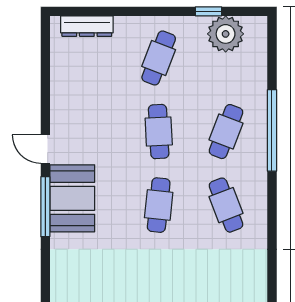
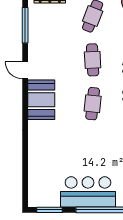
window: (45, 207) -> (25, 25), moved

